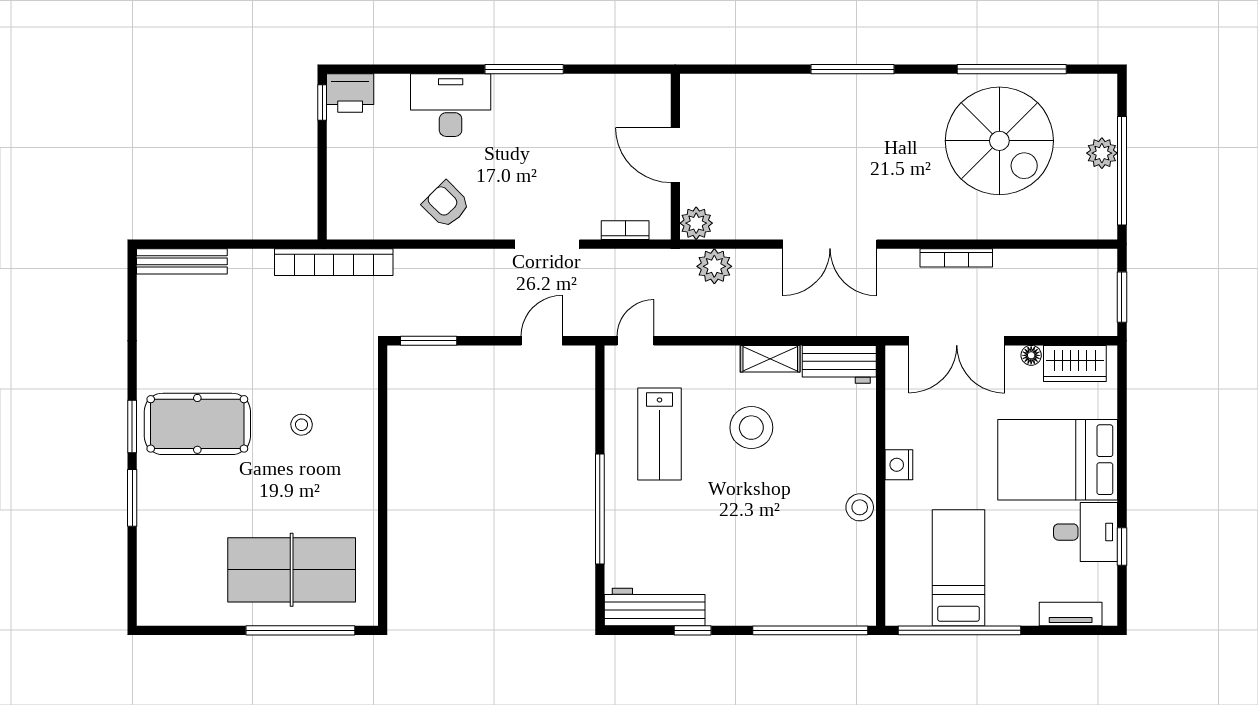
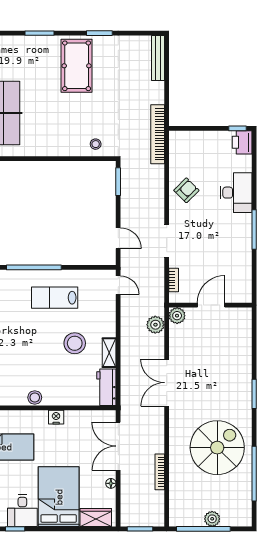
window: (852, 69) -> (254, 394), width x0.69
spiral stairs: (999, 141) -> (217, 448), moved, turned 180
bookcase: (956, 258) -> (160, 472), moved
wardrobe: (1075, 363) -> (96, 518), moved, turned 90
stool: (302, 425) -> (96, 144), moved
window: (132, 427) -> (99, 33), moved
lab bench: (660, 434) -> (55, 298), moved

